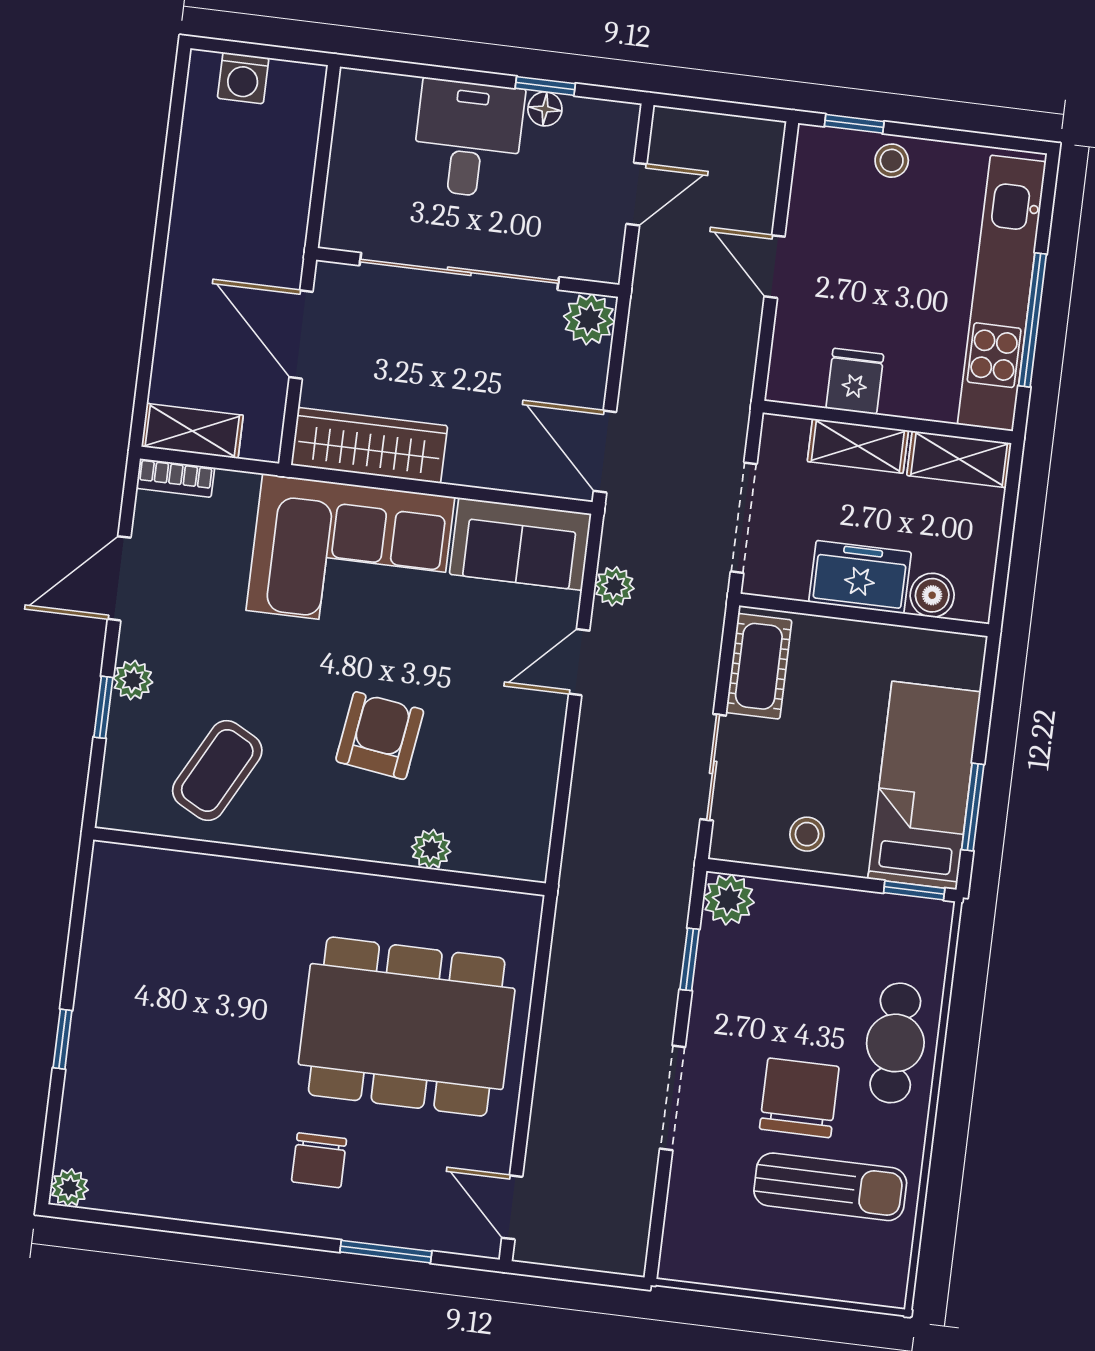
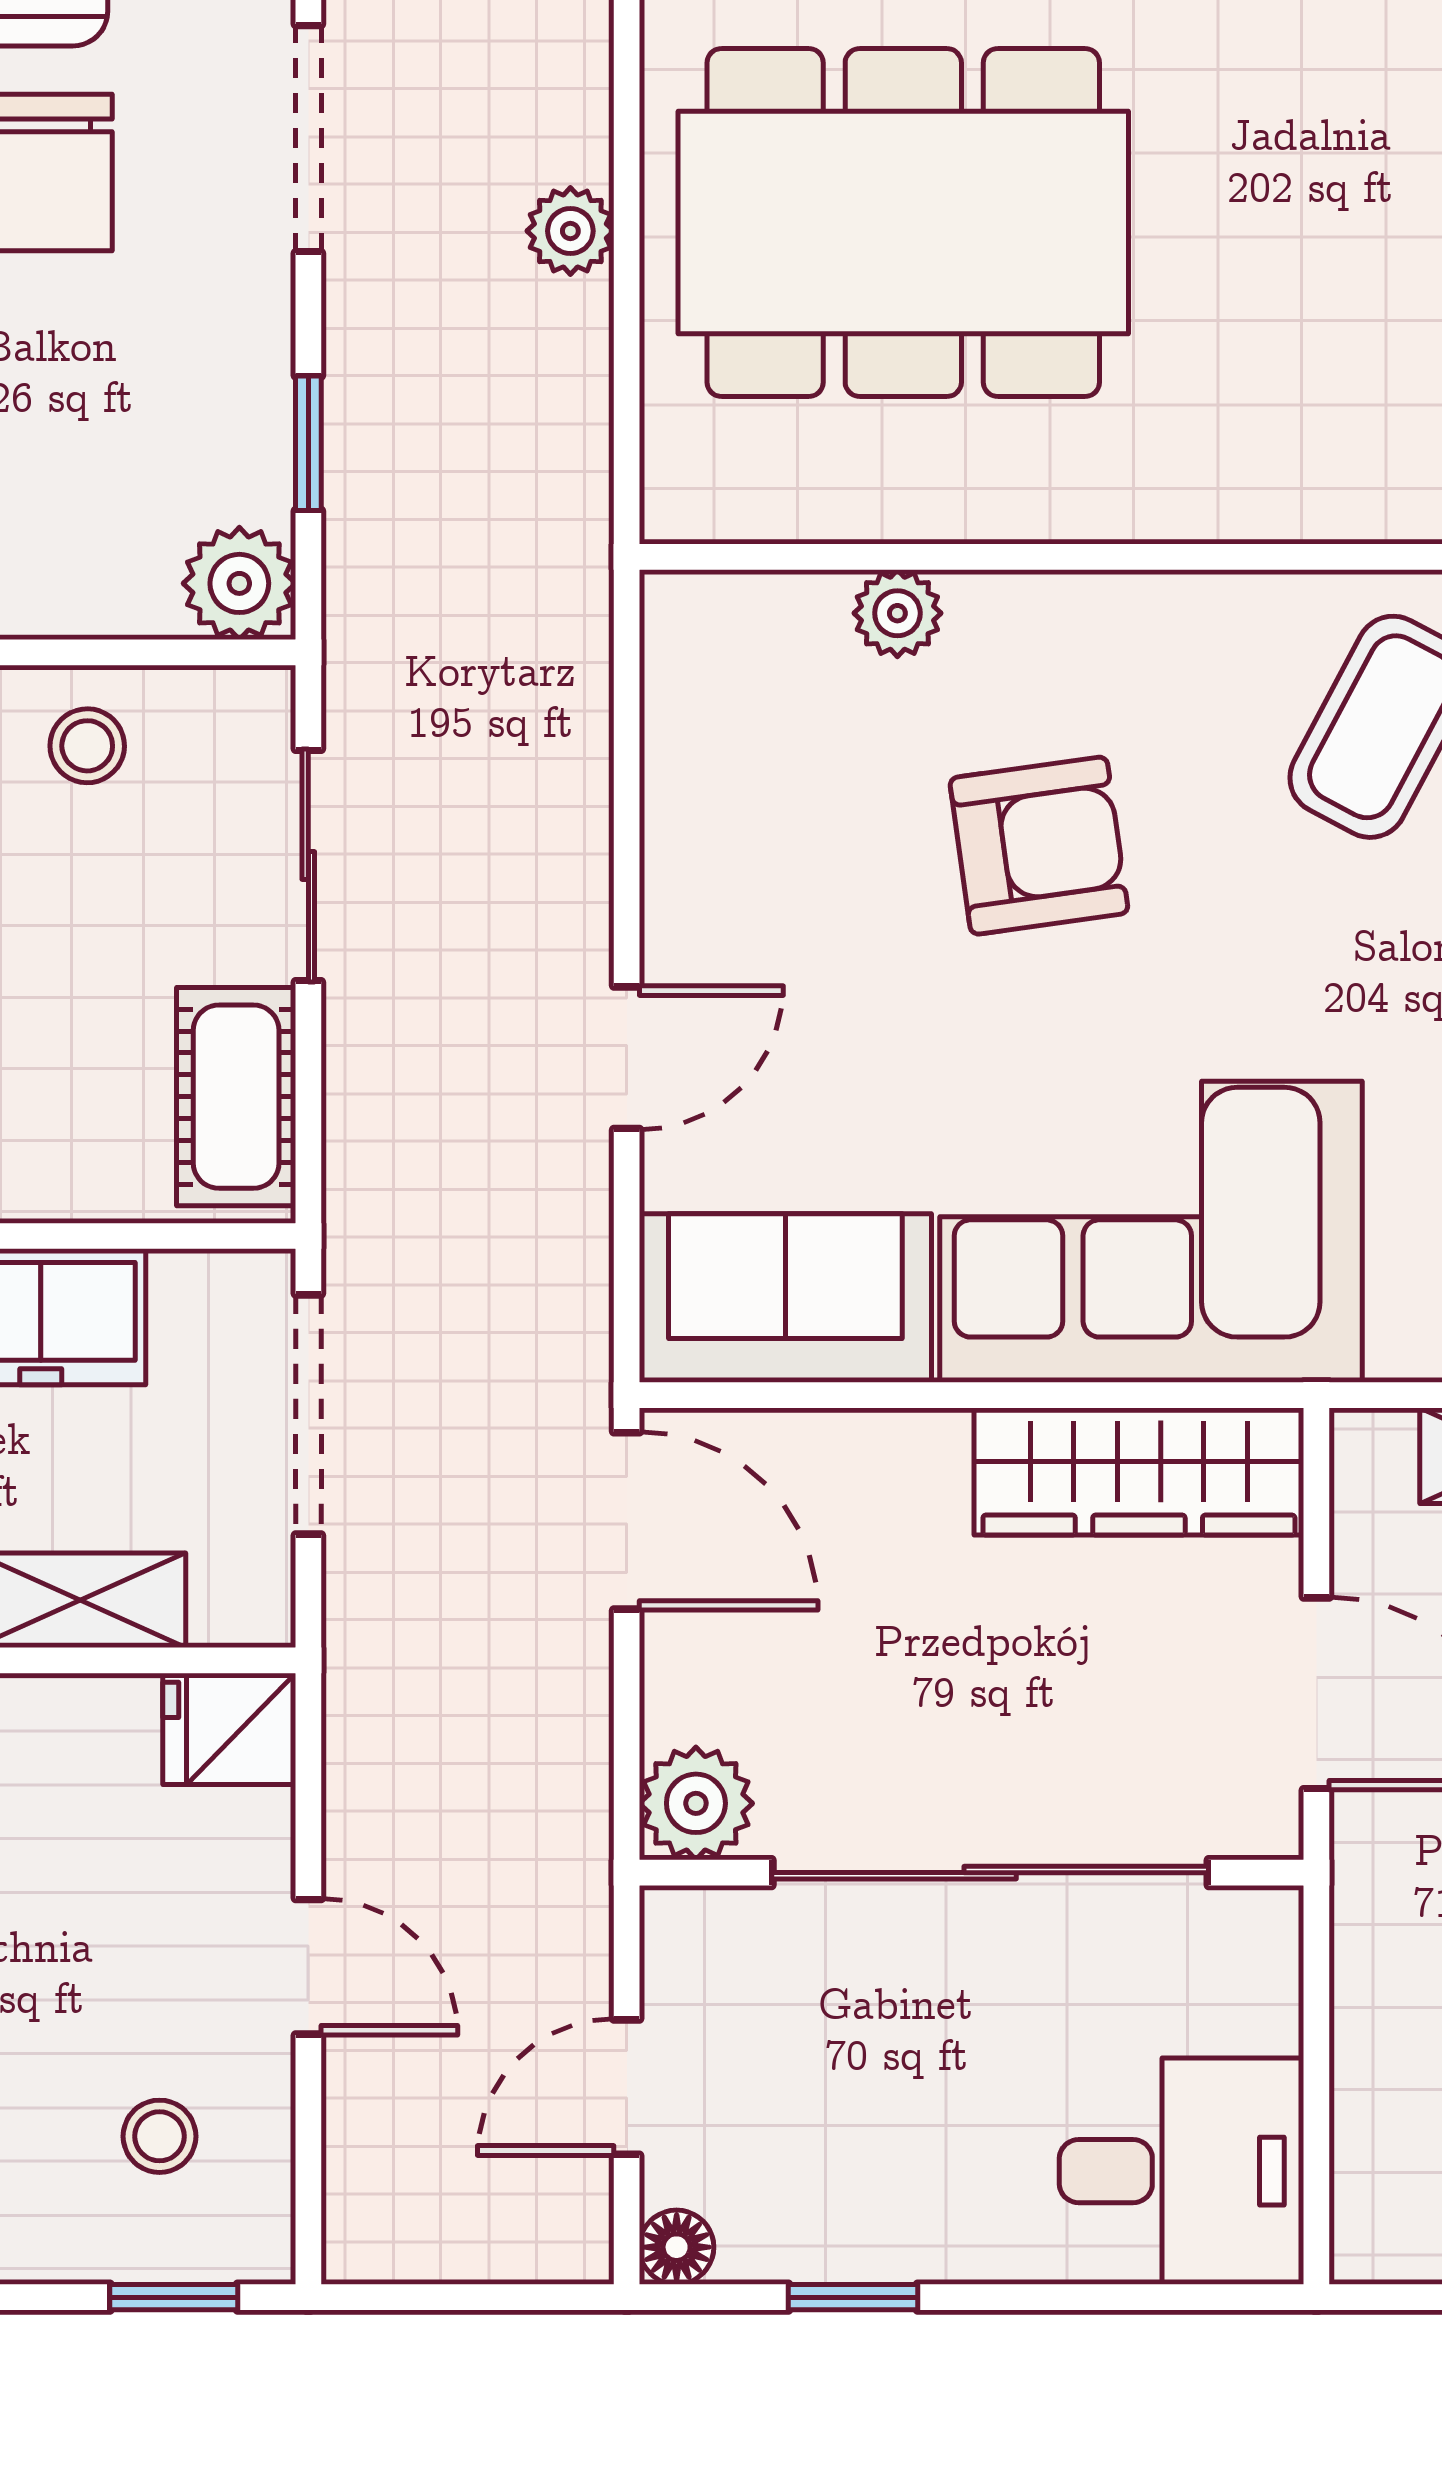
floor lamp: (545, 109) -> (677, 2247), moved
desk: (468, 139) -> (1182, 2171), moved, turned -90
stool: (892, 161) -> (159, 2136), moved
fridge: (855, 381) -> (229, 1729), moved, turned 90
plant: (614, 586) -> (570, 231), moved
armchair: (380, 736) -> (1039, 846), turned -106

